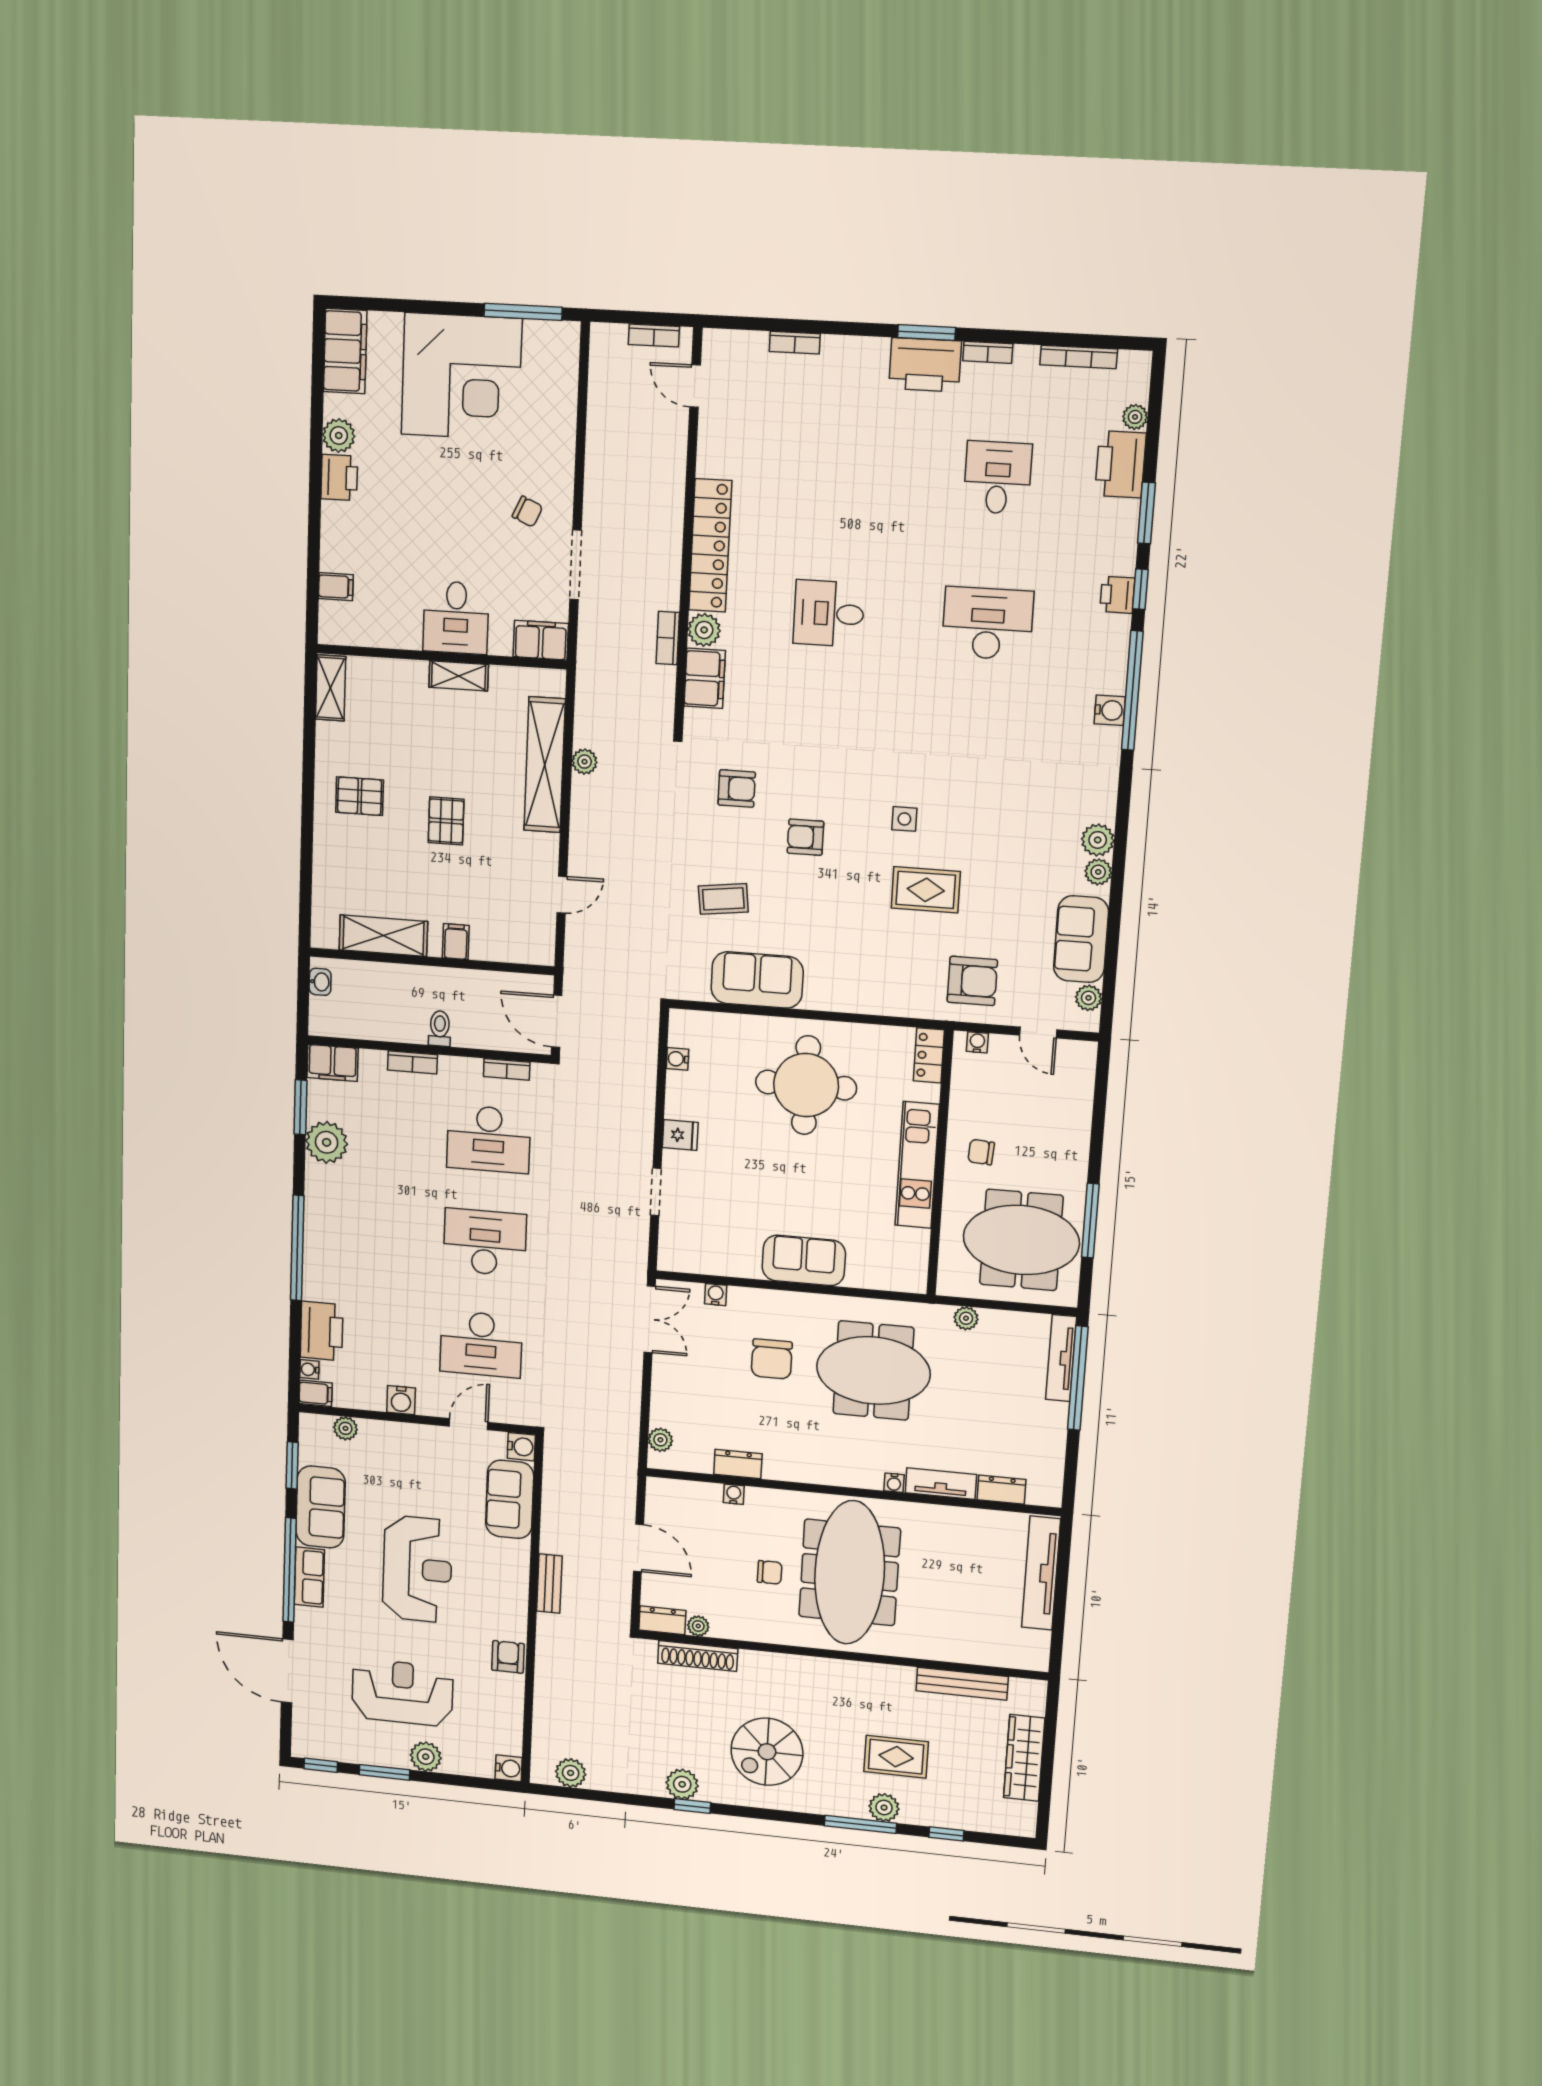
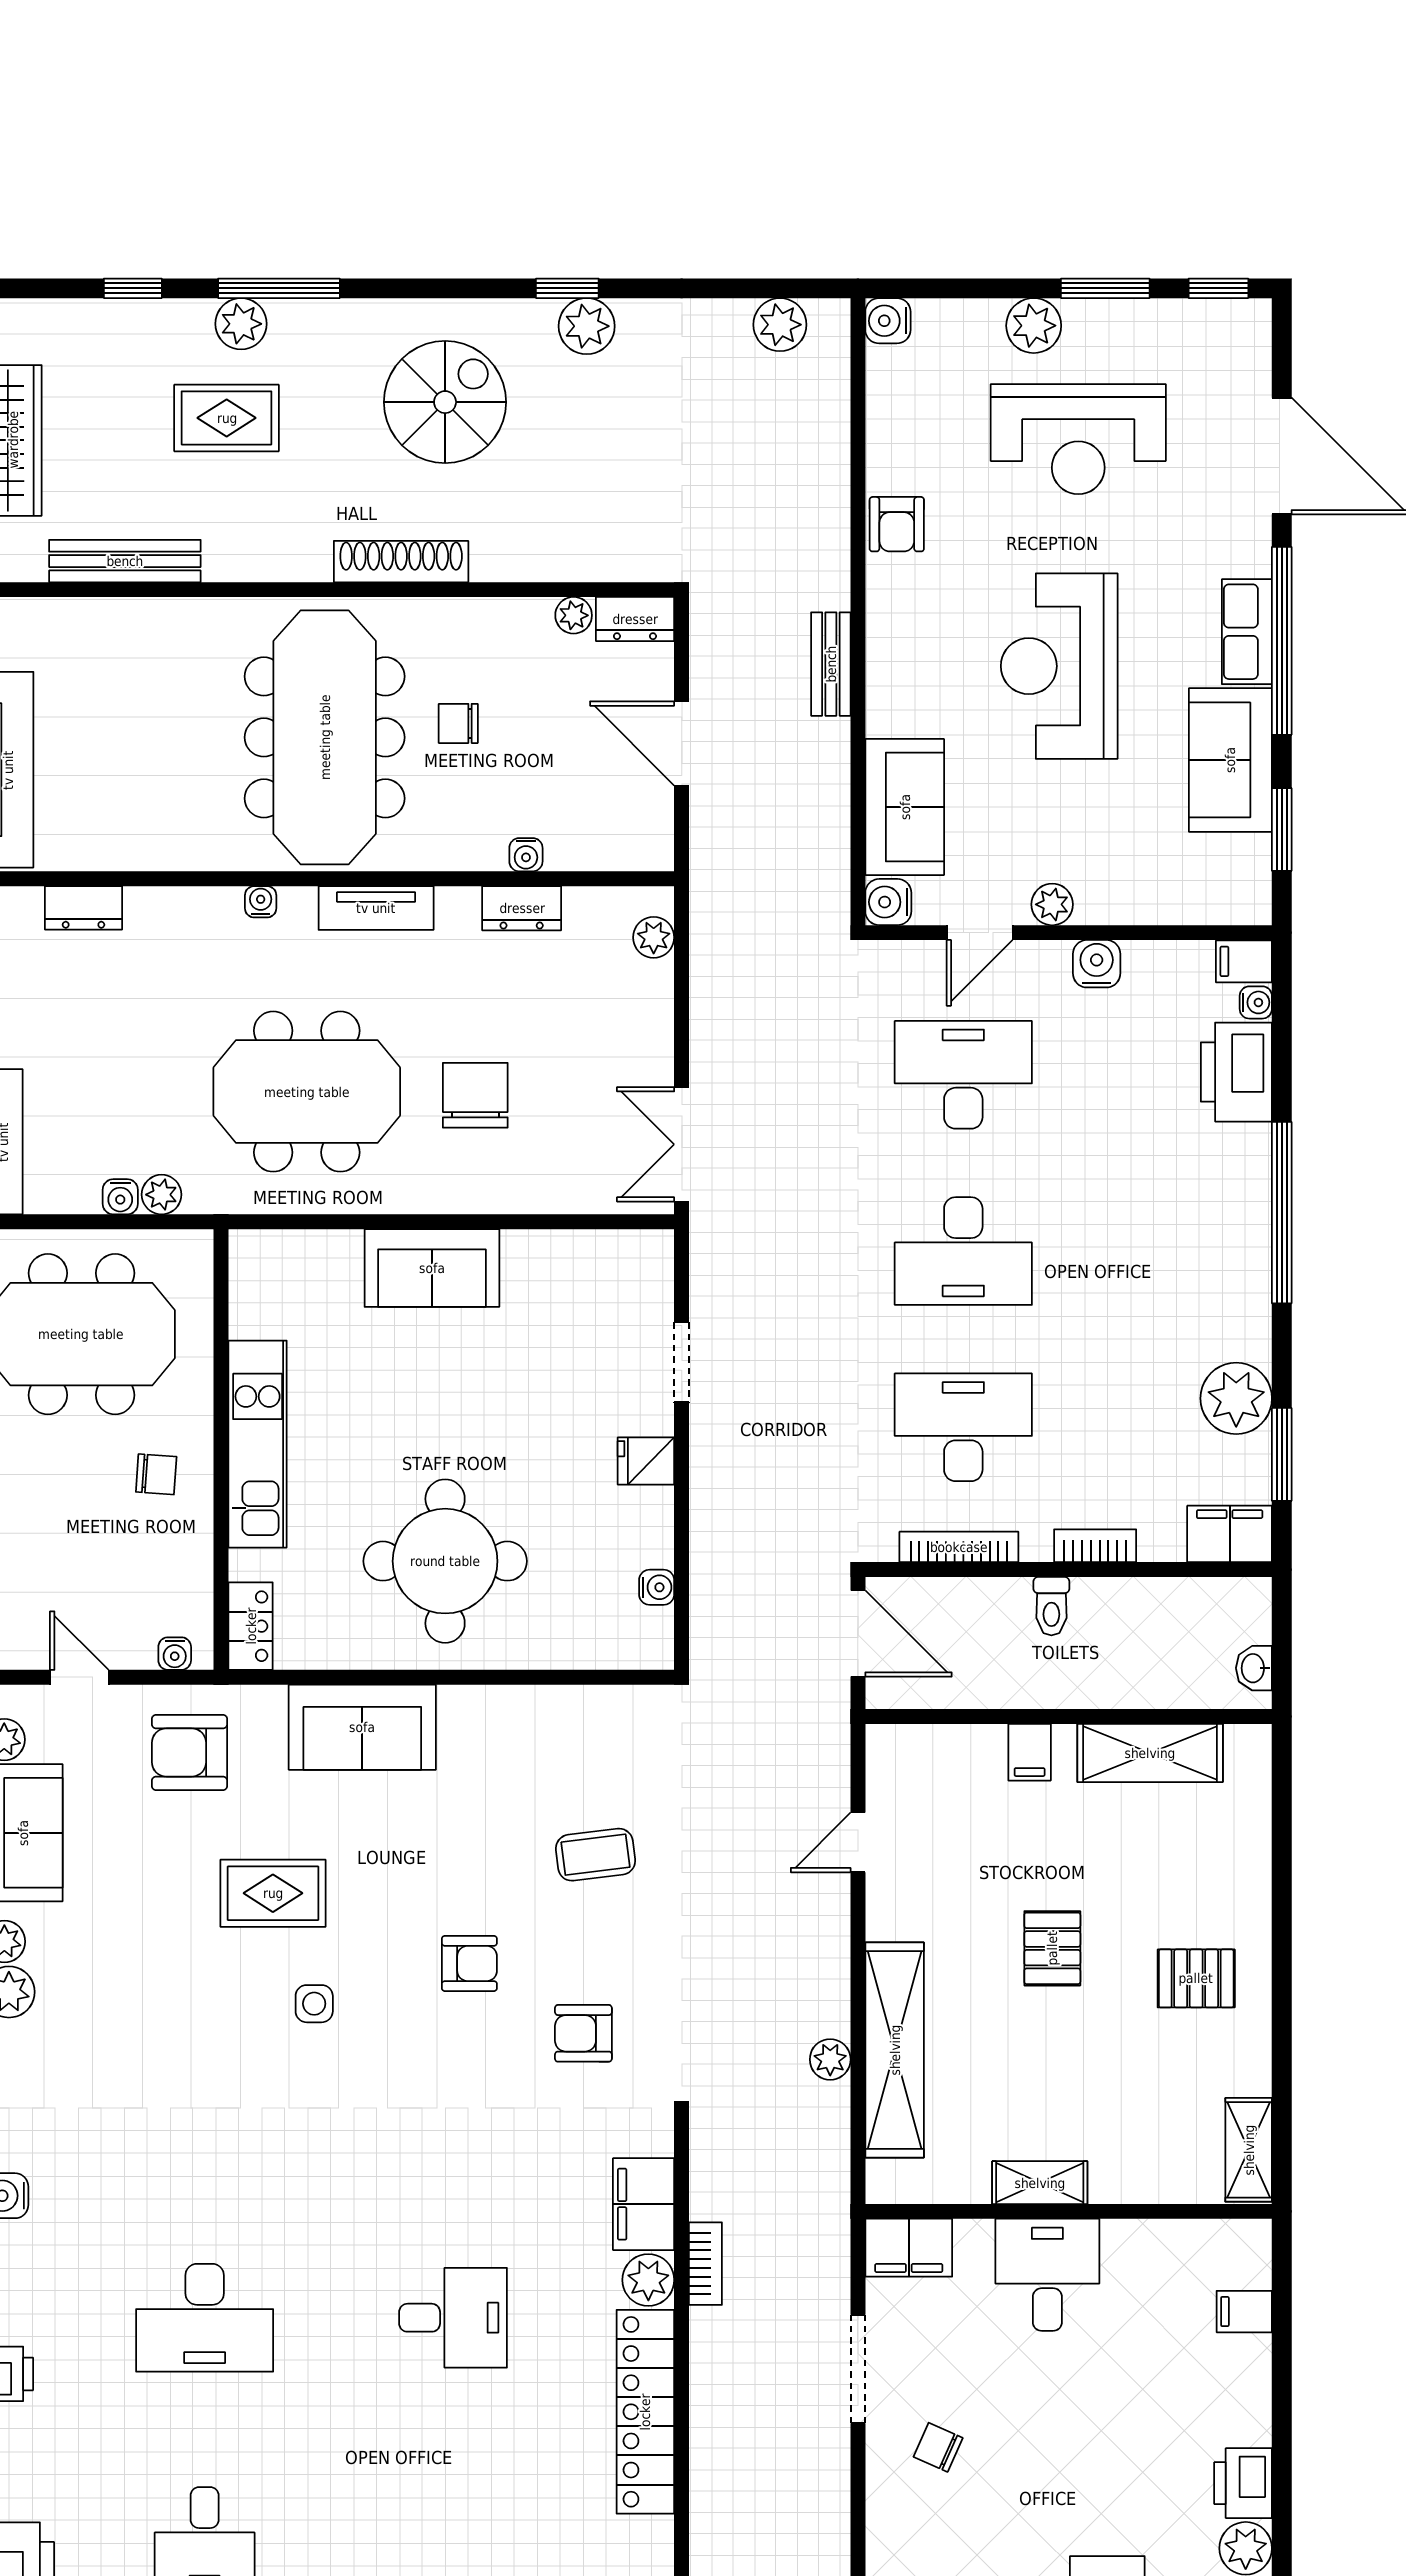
sofa: (757, 980) -> (362, 1727), moved
bookcase: (507, 1069) -> (959, 1547), width x1.56
water cooler: (716, 1295) -> (120, 1197), moved
plant: (345, 1428) -> (1052, 904), moved
tv unit: (941, 1484) -> (376, 908), moved
shoe rack: (698, 1656) -> (401, 562), moved

